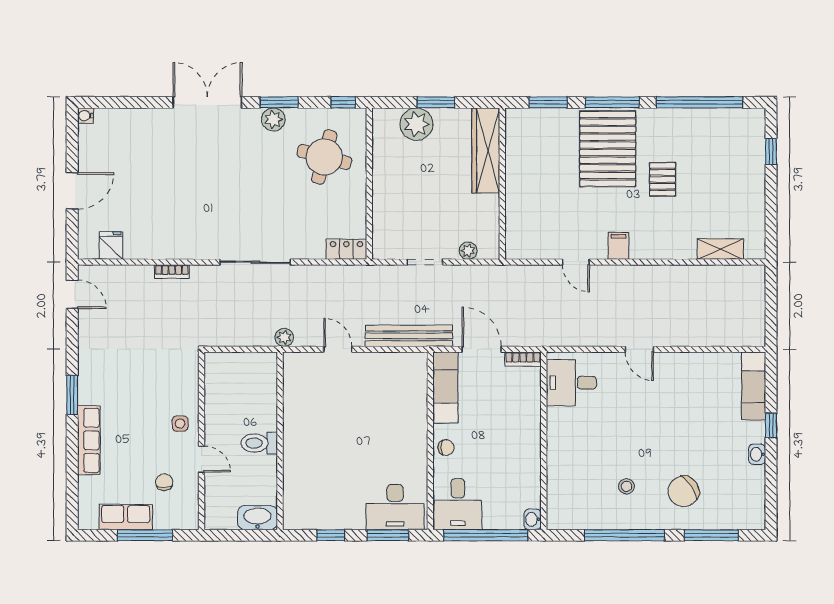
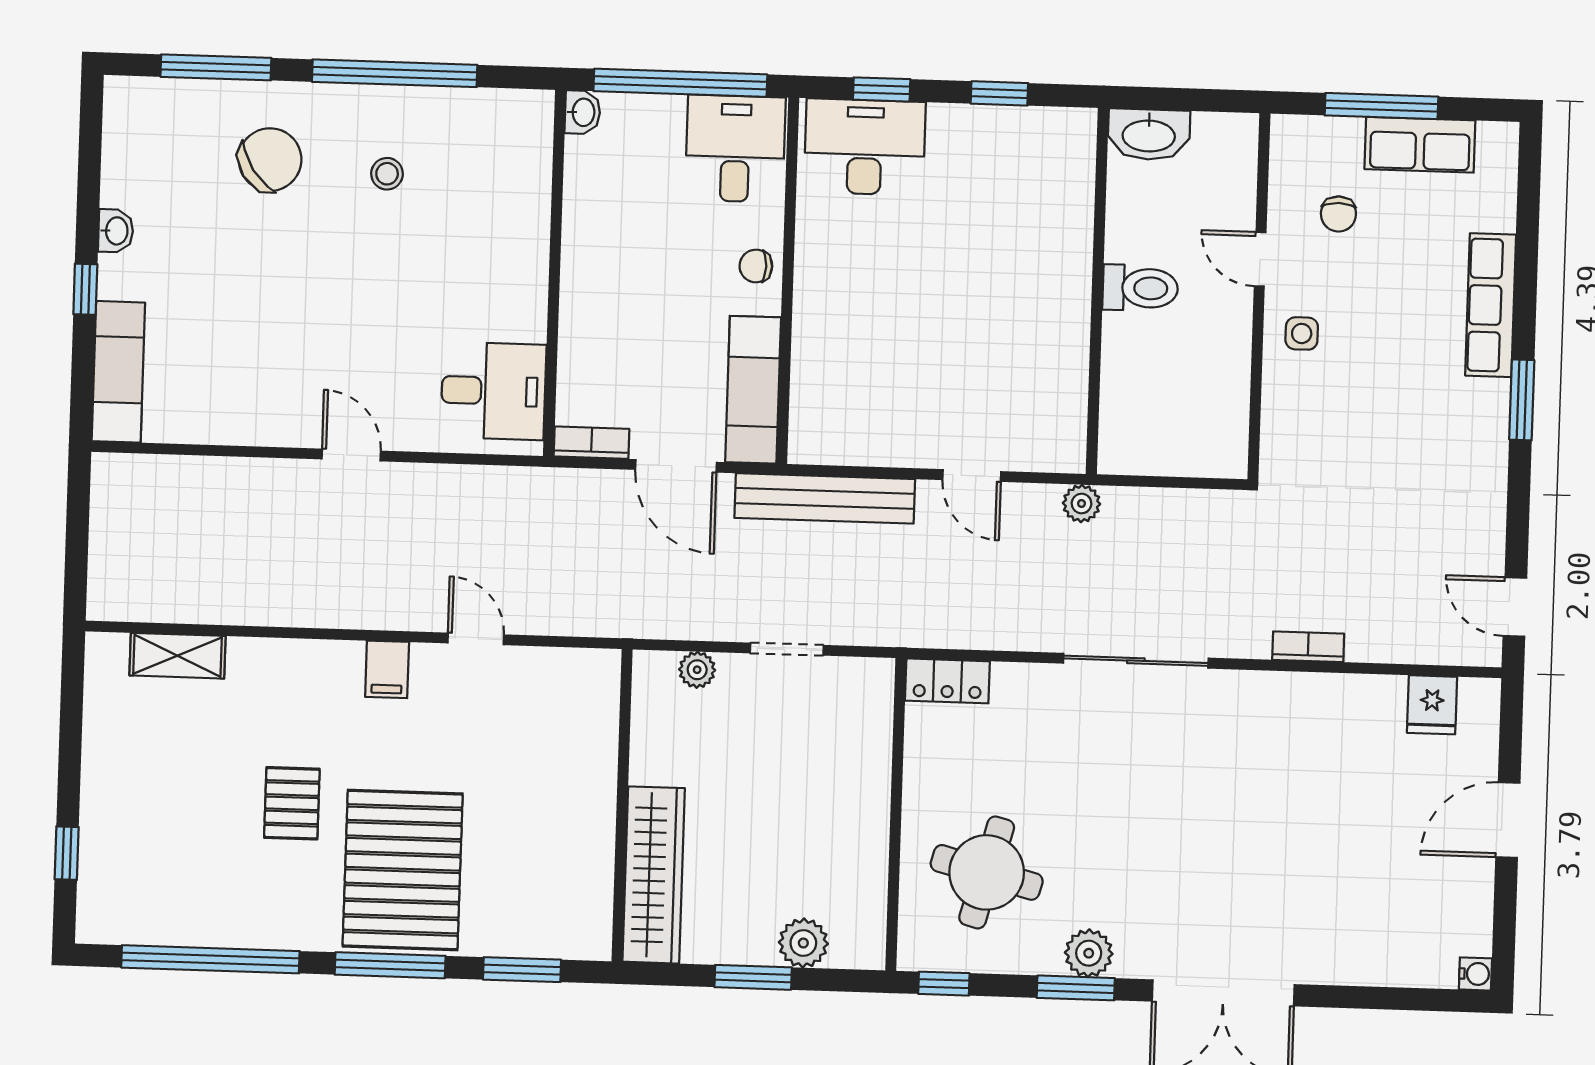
plant: (416, 124) -> (803, 943), width x0.73, depth x0.73
window: (388, 535) -> (882, 89), width x0.67

